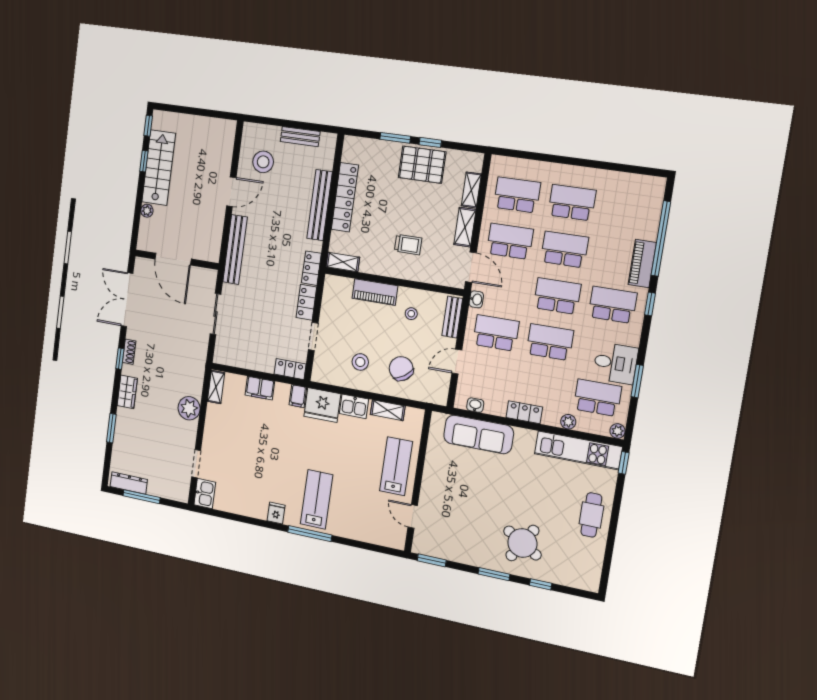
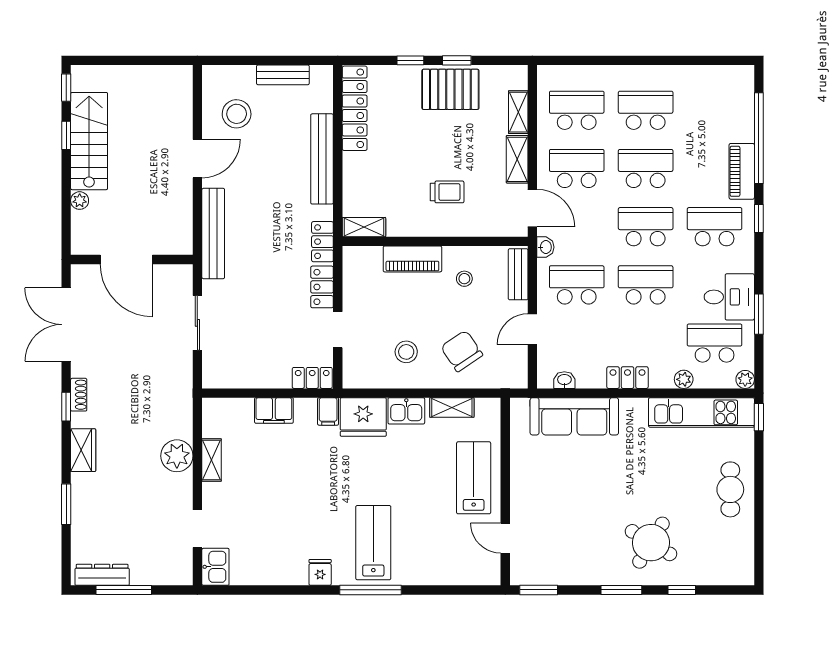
window: (395, 138) -> (410, 60), width x0.67
locker: (345, 197) -> (355, 108), moved
shelving: (216, 387) -> (212, 460), moved

